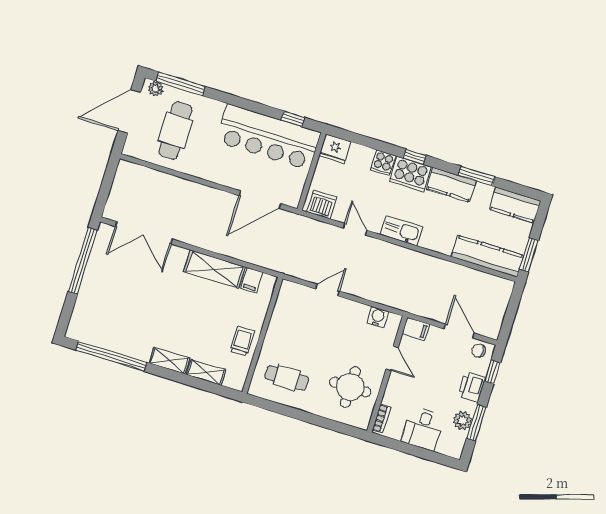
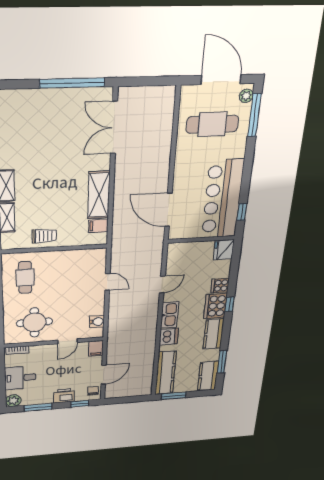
window: (477, 176) -> (222, 362), moved
dishwasher: (321, 205) -> (169, 337), moved
plant: (462, 421) -> (13, 401), moved

